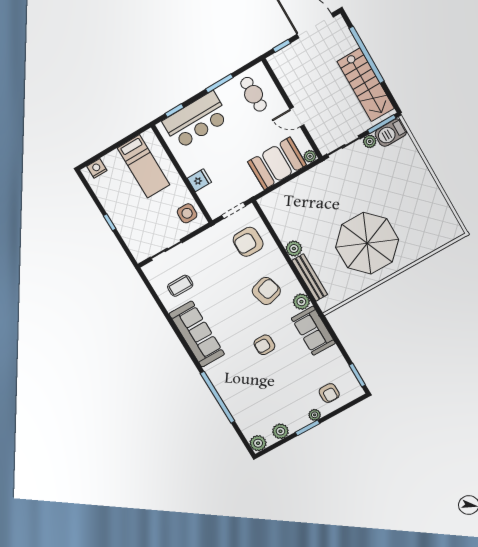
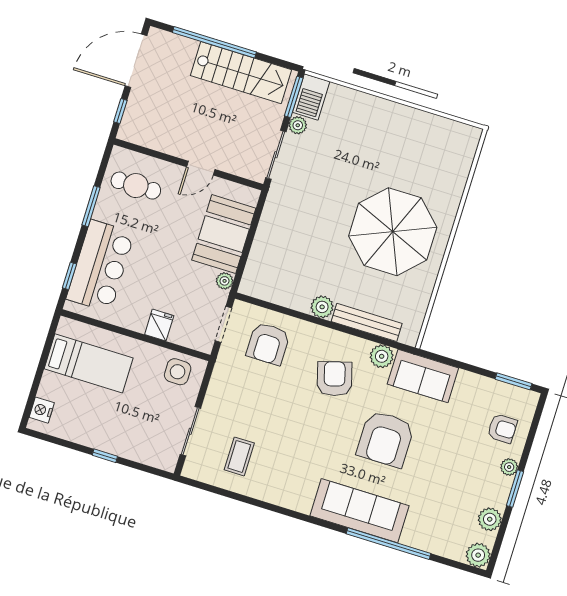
plant: (310, 156) -> (225, 281), moved
sofa: (197, 334) -> (359, 511), moved
armchair: (264, 345) -> (386, 439), width x1.88, depth x1.88

